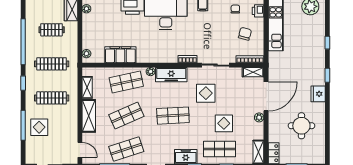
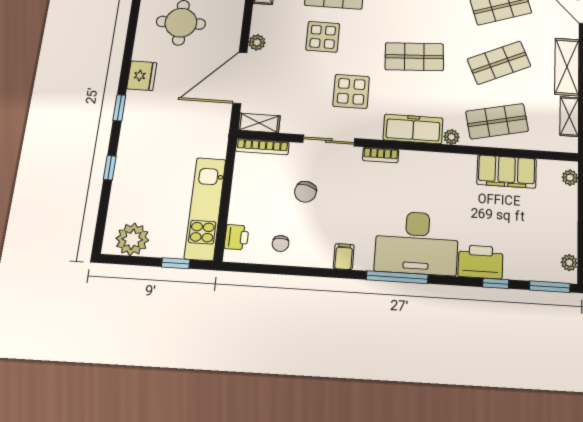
chair: (245, 34) -> (305, 192), moved

